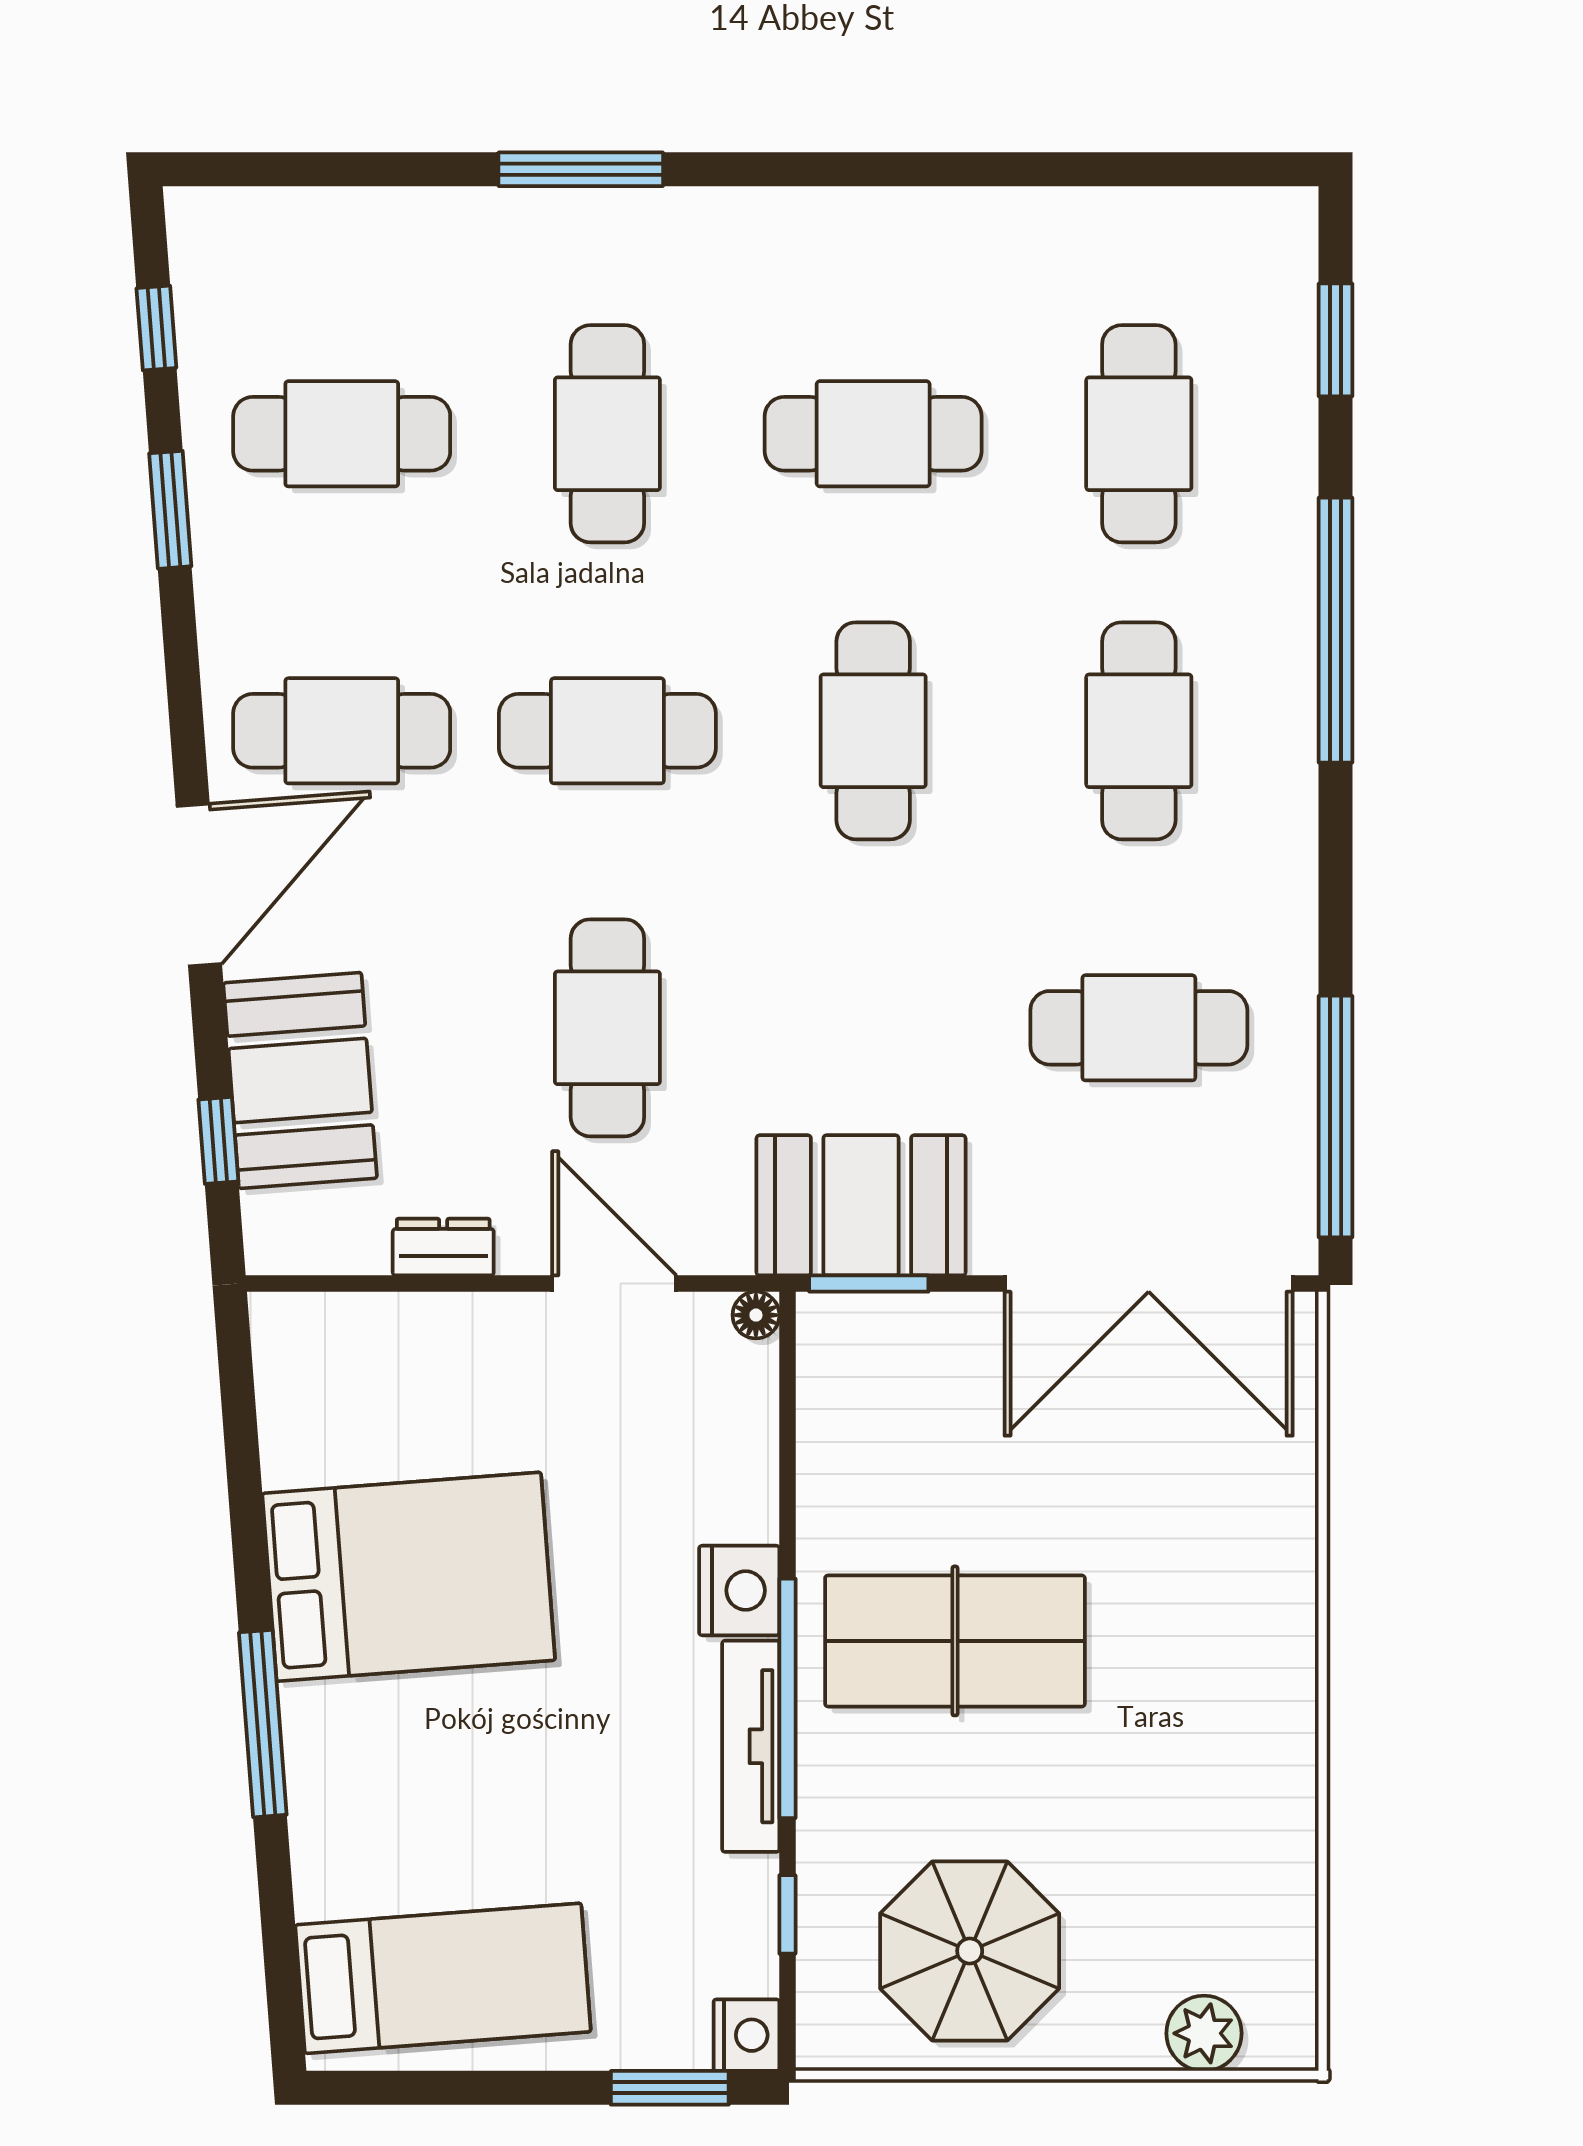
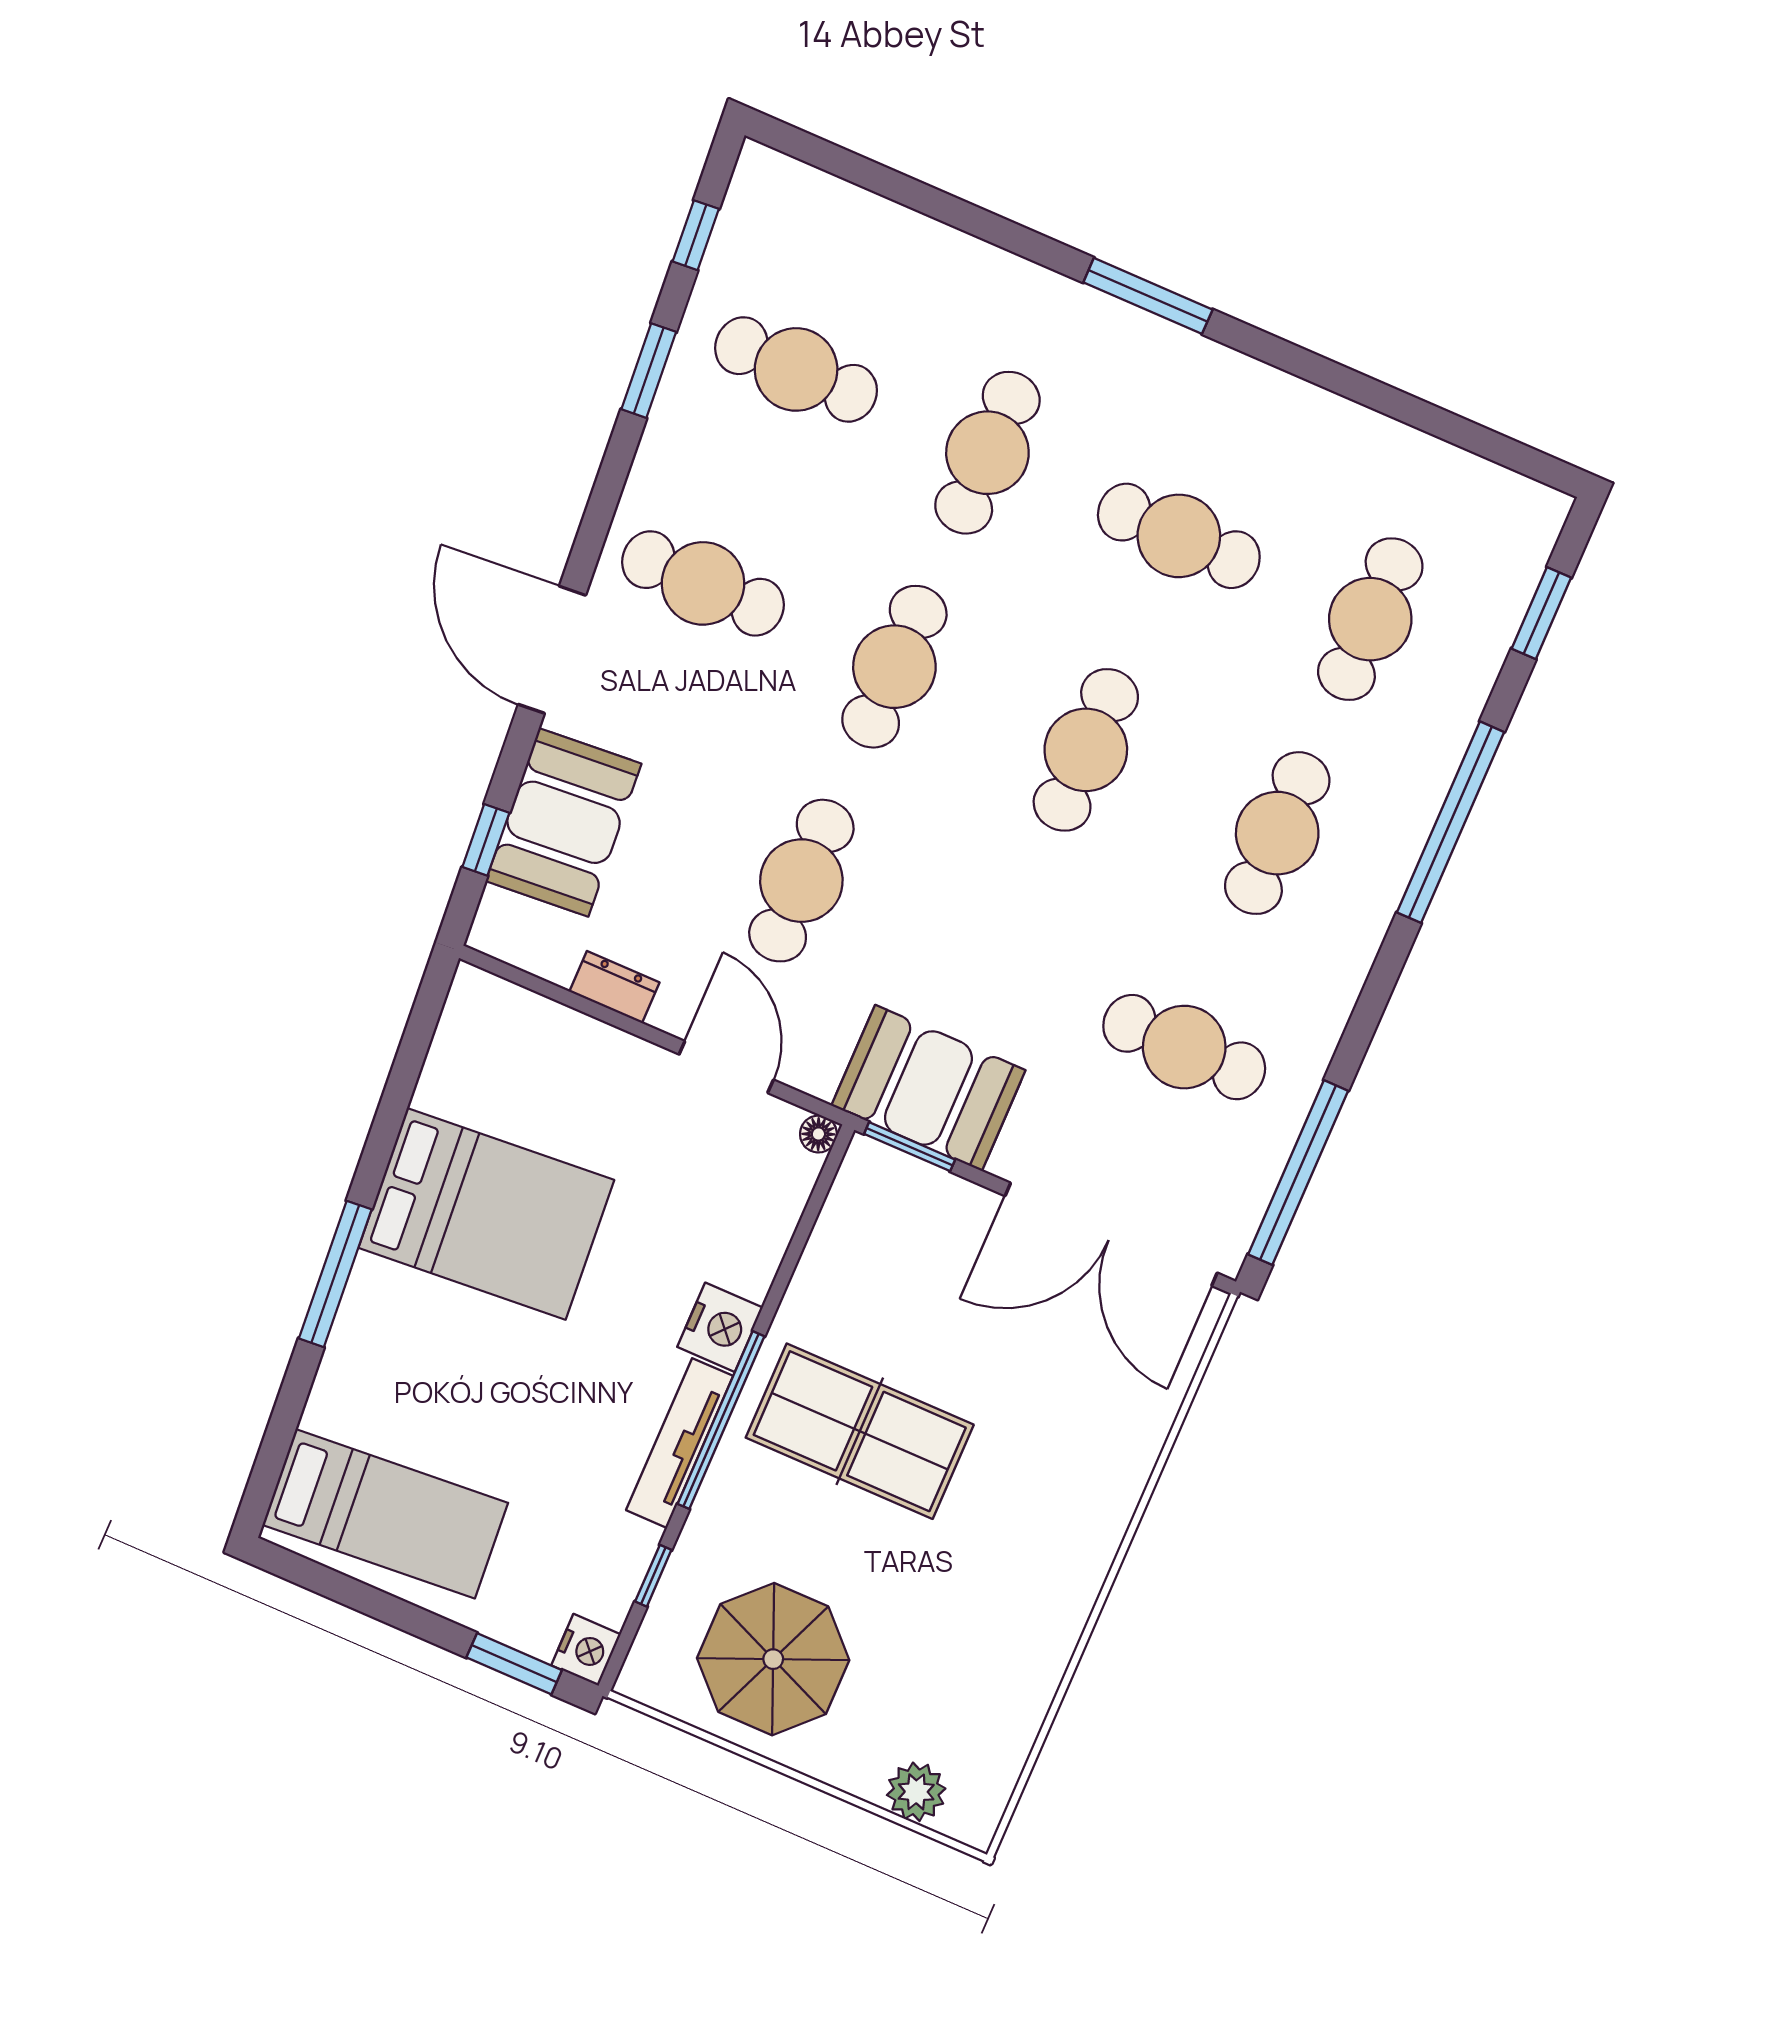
window: (581, 169) -> (1148, 296), moved
cafe table: (607, 731) -> (894, 667), turned 90
door: (199, 885) -> (552, 650), swing flipped

